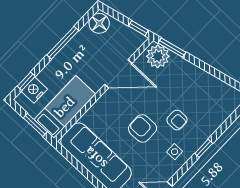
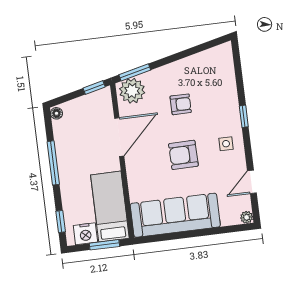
floor lamp: (99, 23) -> (56, 113), width x0.53, depth x0.53
nightstand: (34, 90) -> (85, 234), moved, turned -90
armchair: (177, 120) -> (181, 104), moved

